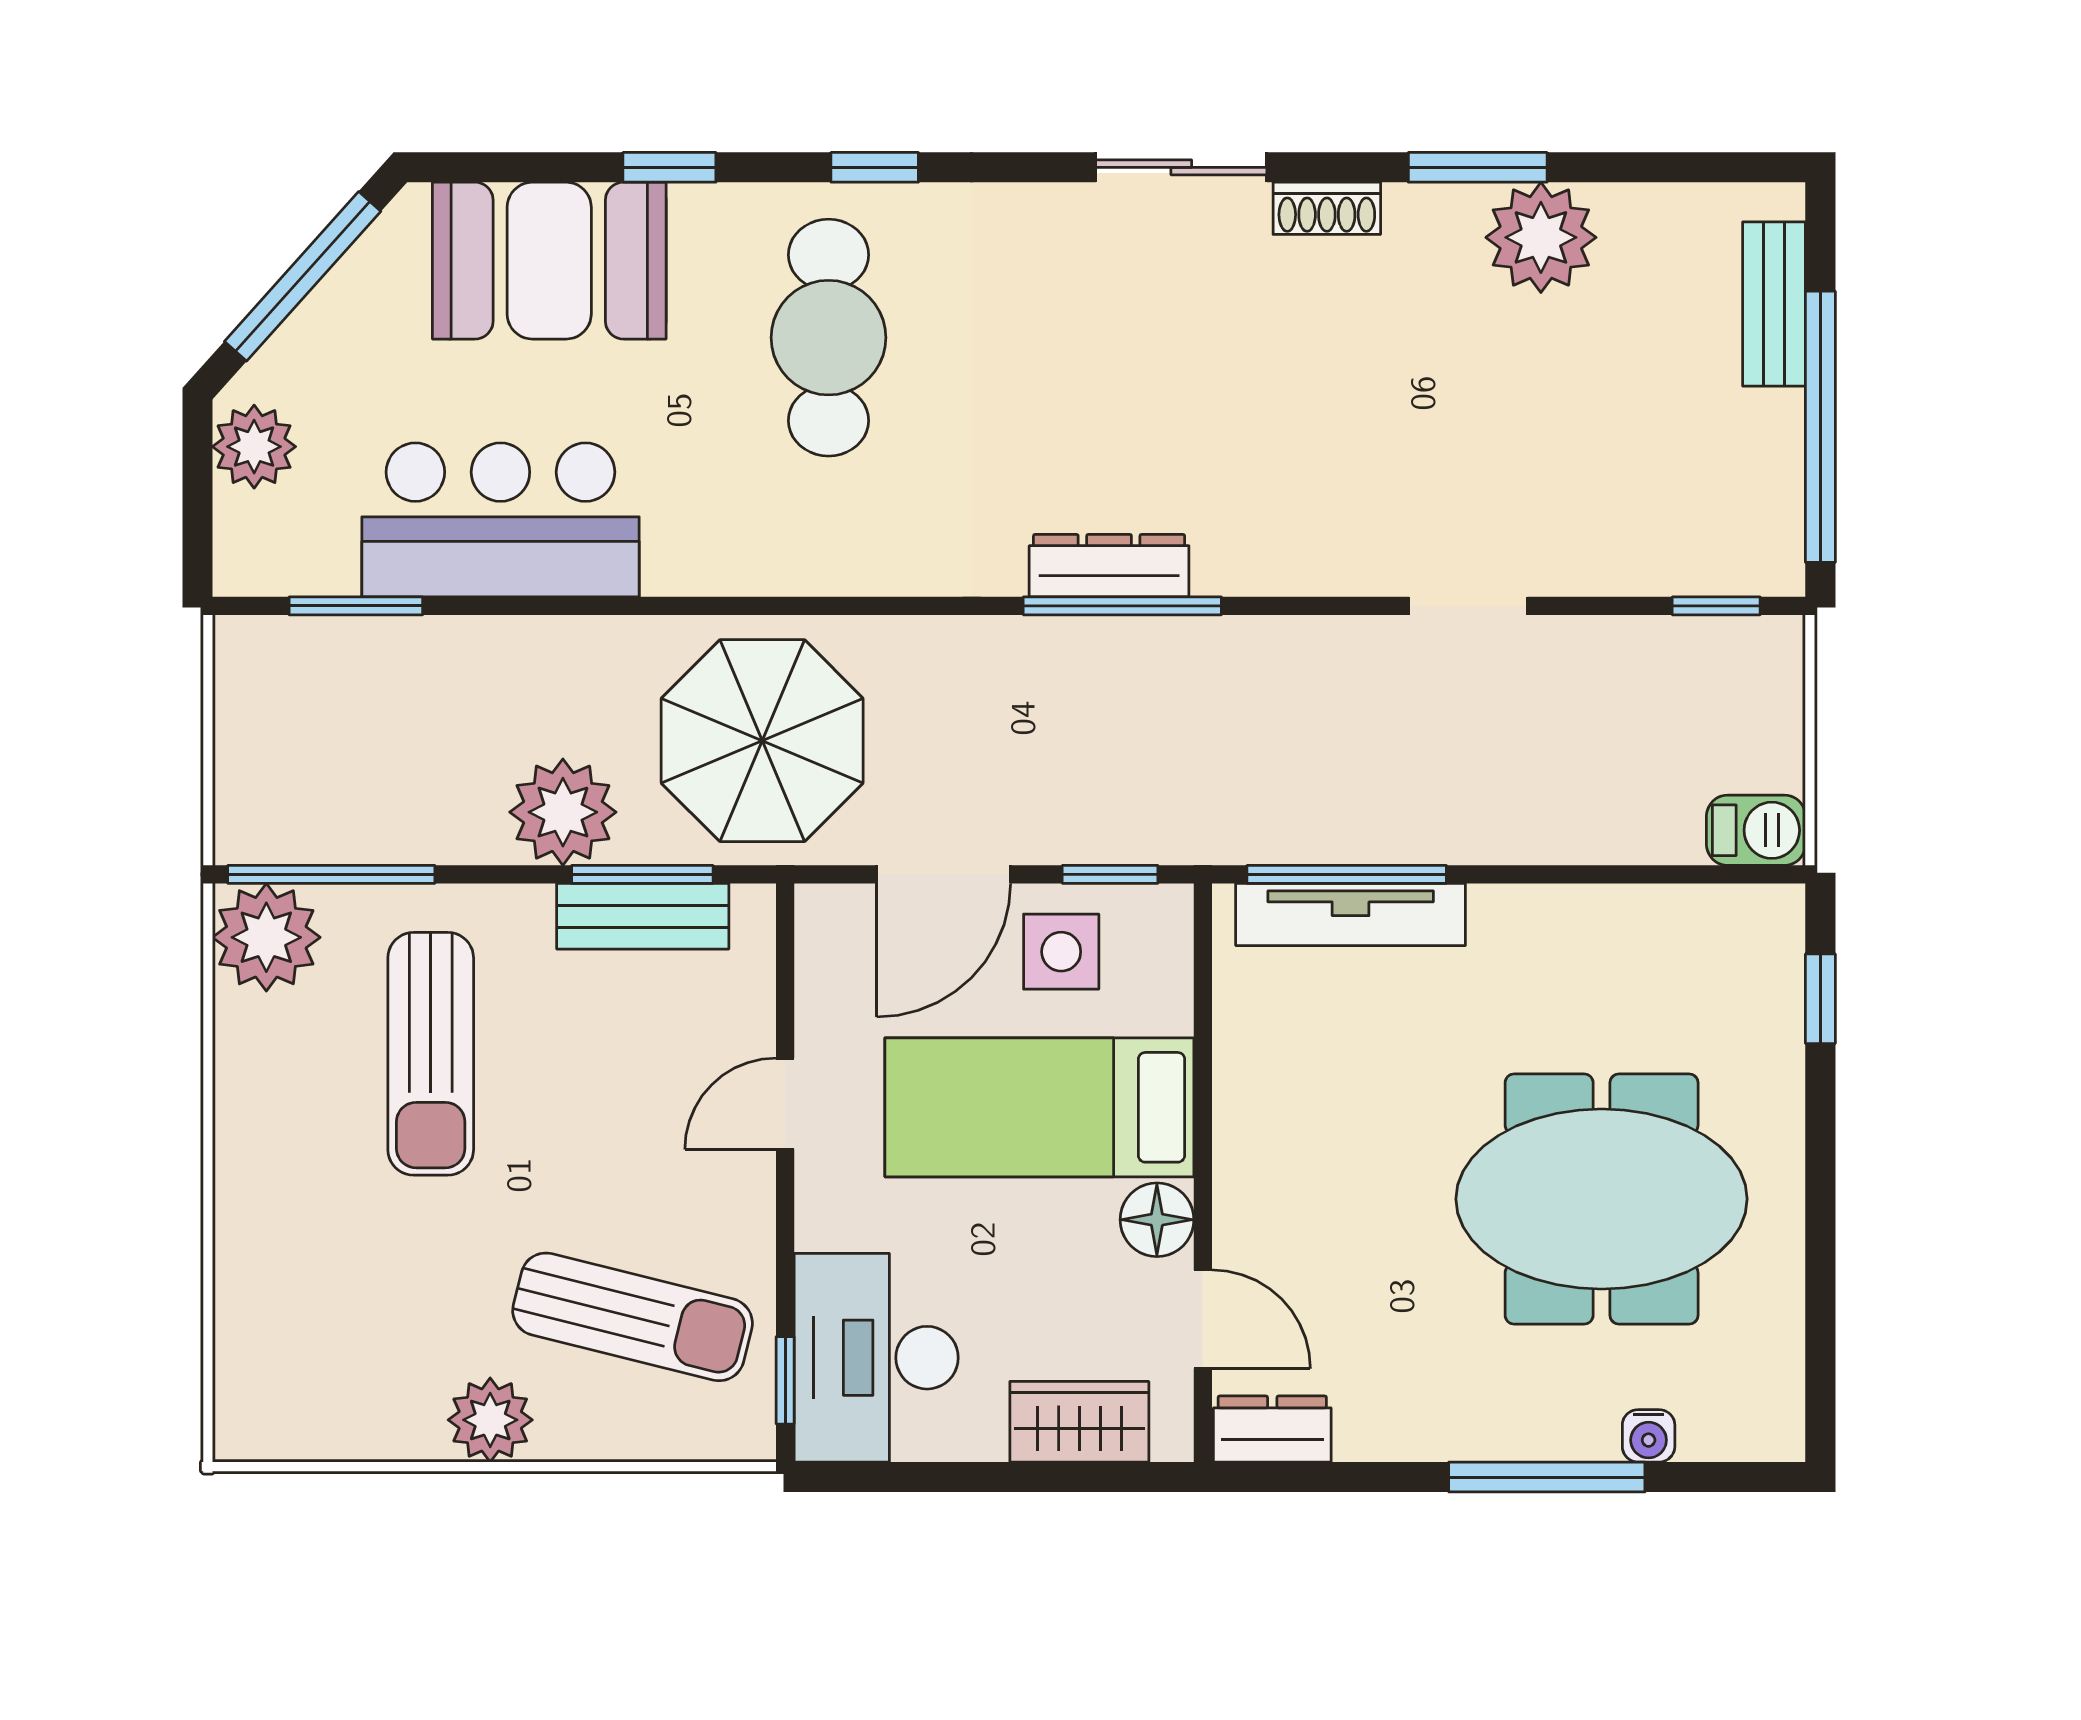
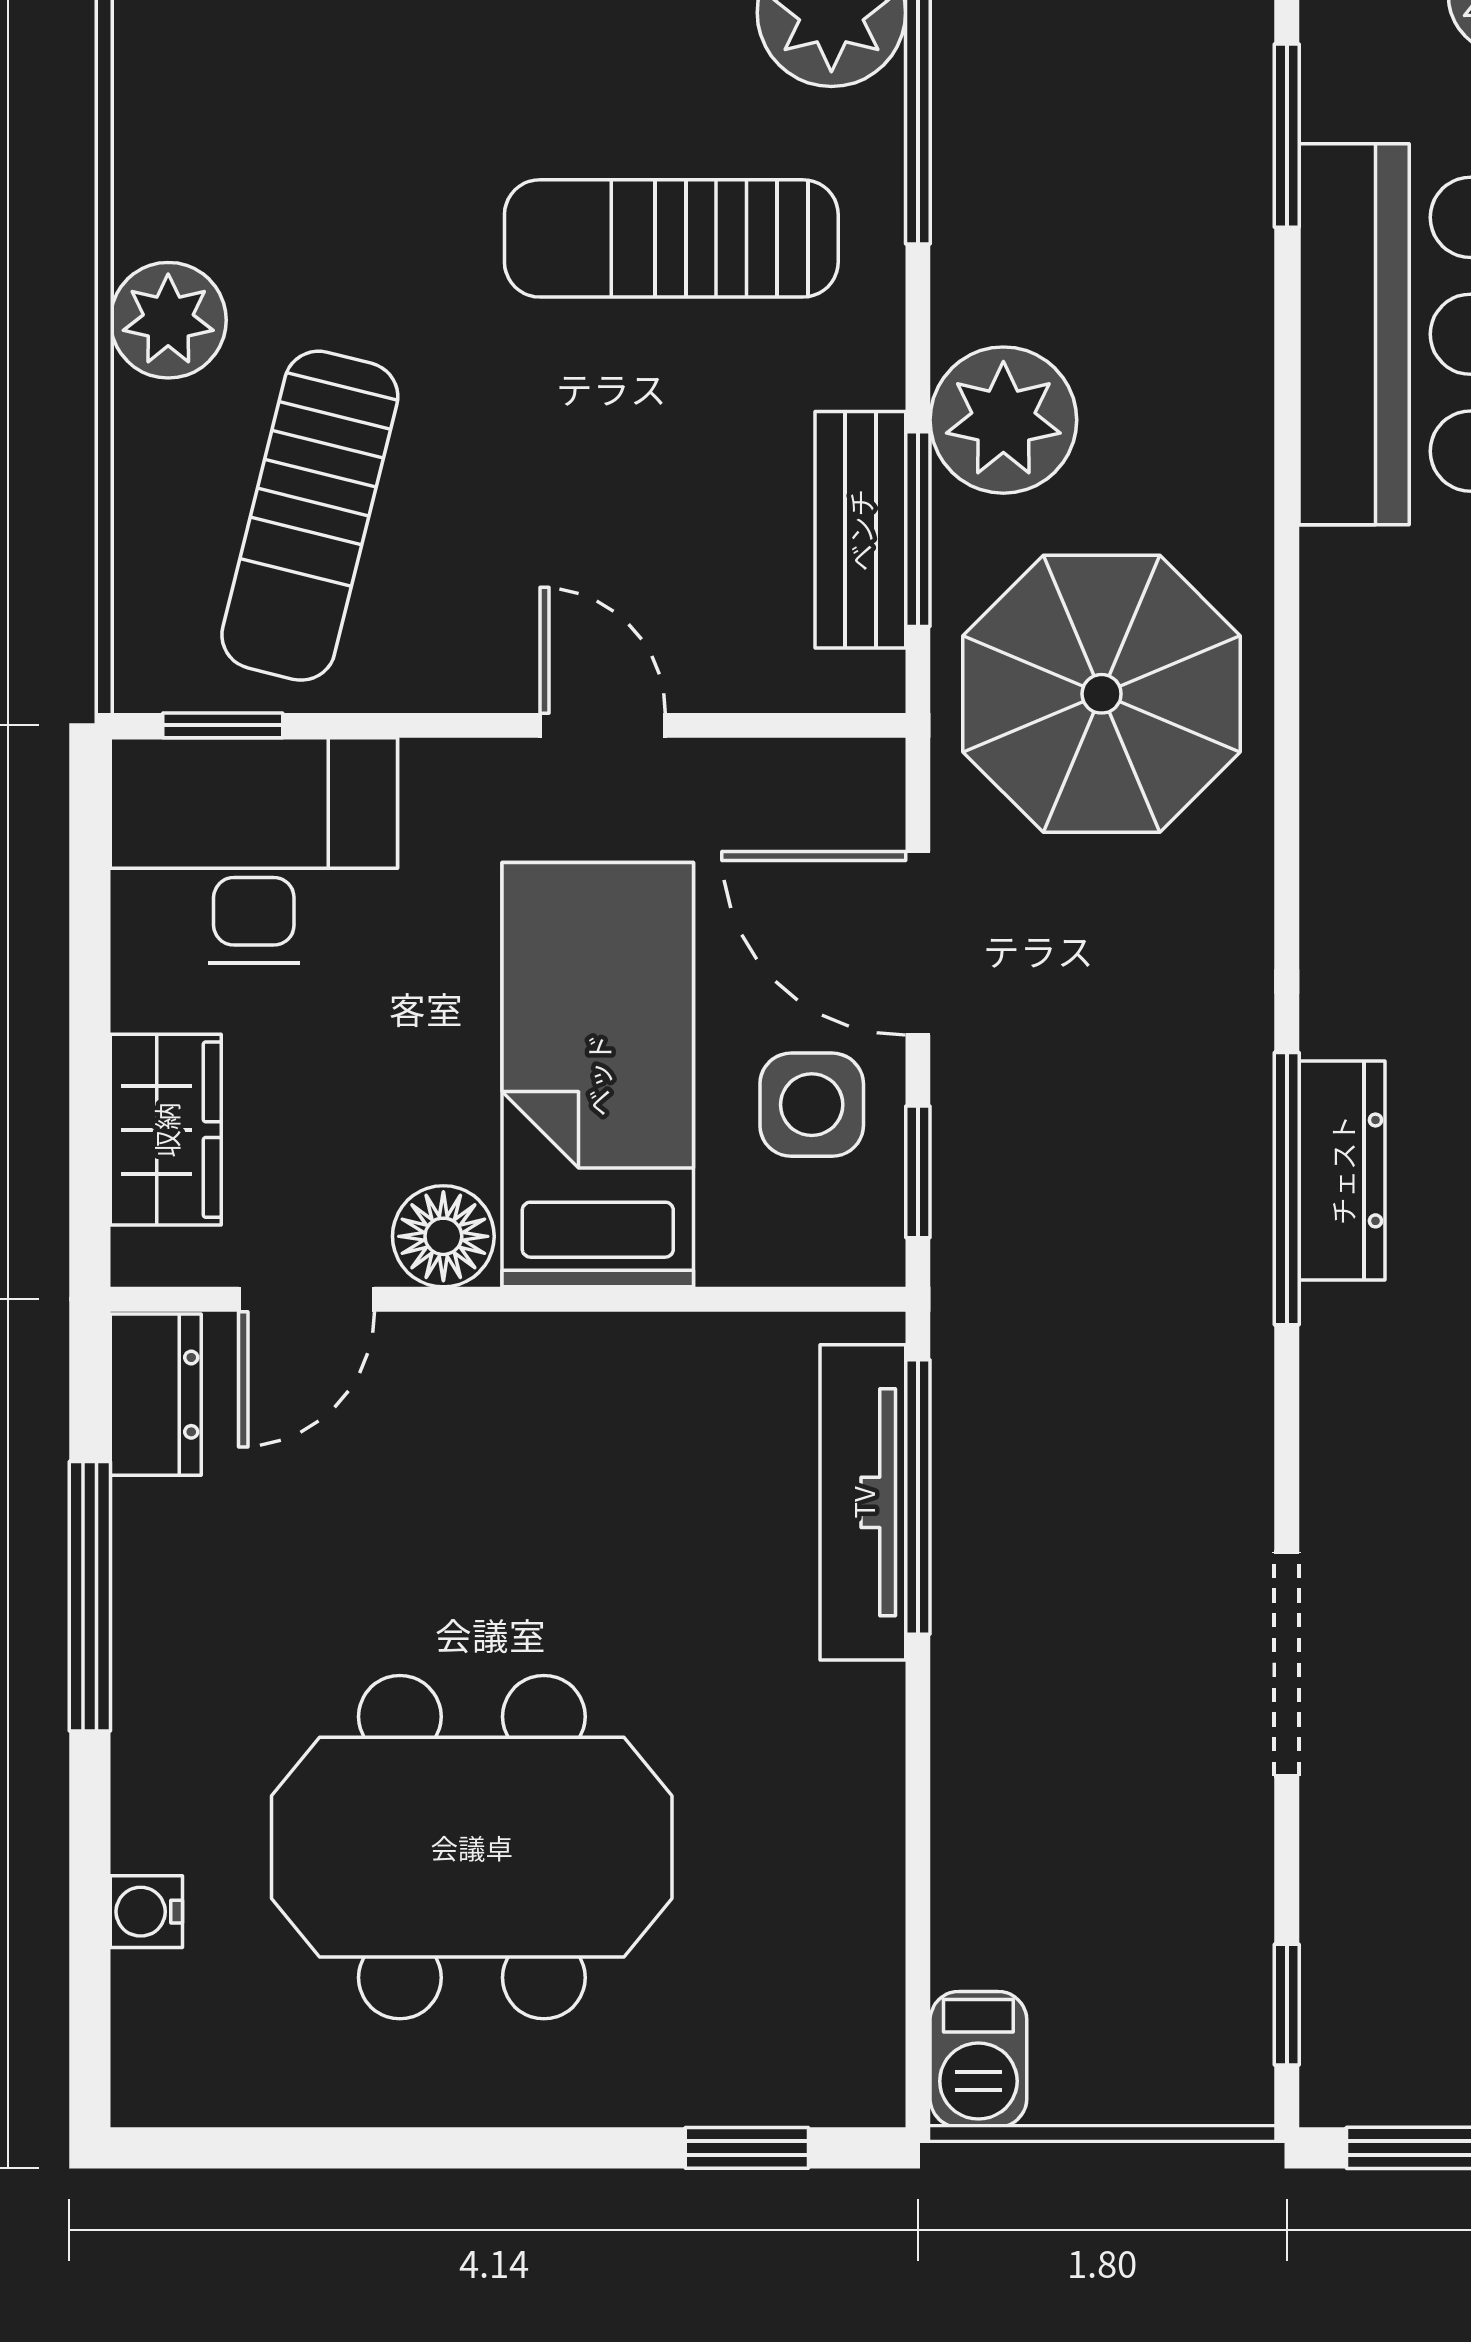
doorway: (1468, 606) -> (1287, 1664), width x1.38
meeting table: (1602, 1199) -> (472, 1847), turned 90
window: (1547, 1477) -> (90, 1596), moved

